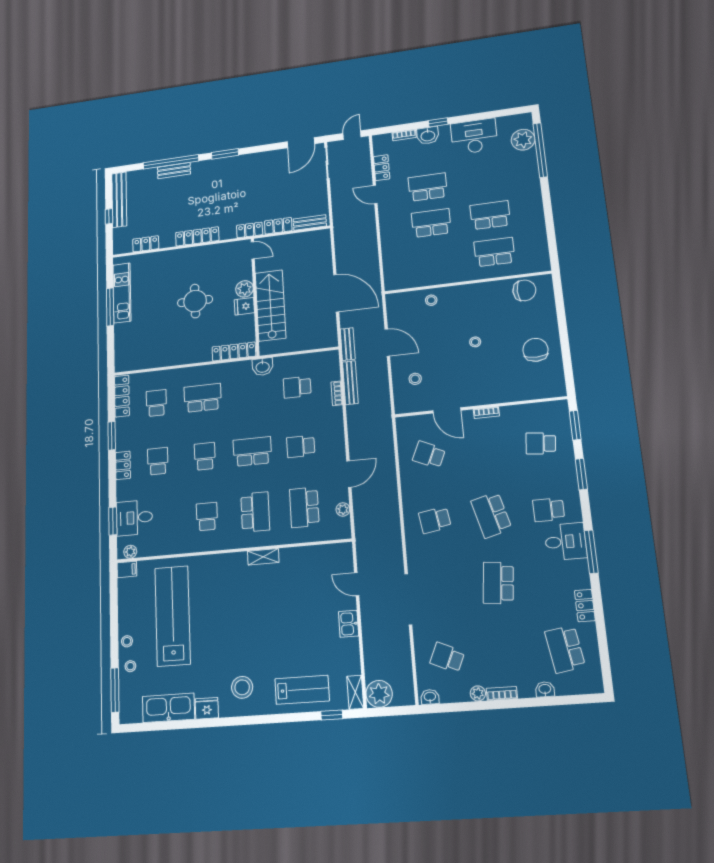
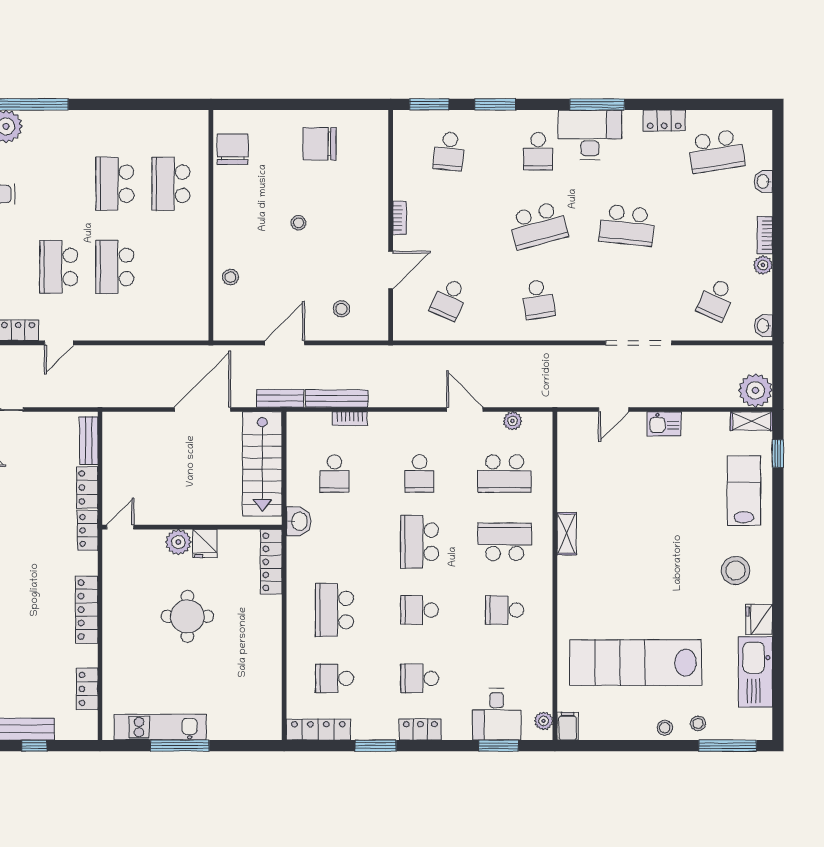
stairs: (271, 305) -> (262, 464), moved, turned -90
desk: (565, 542) -> (590, 135), width x1.37

